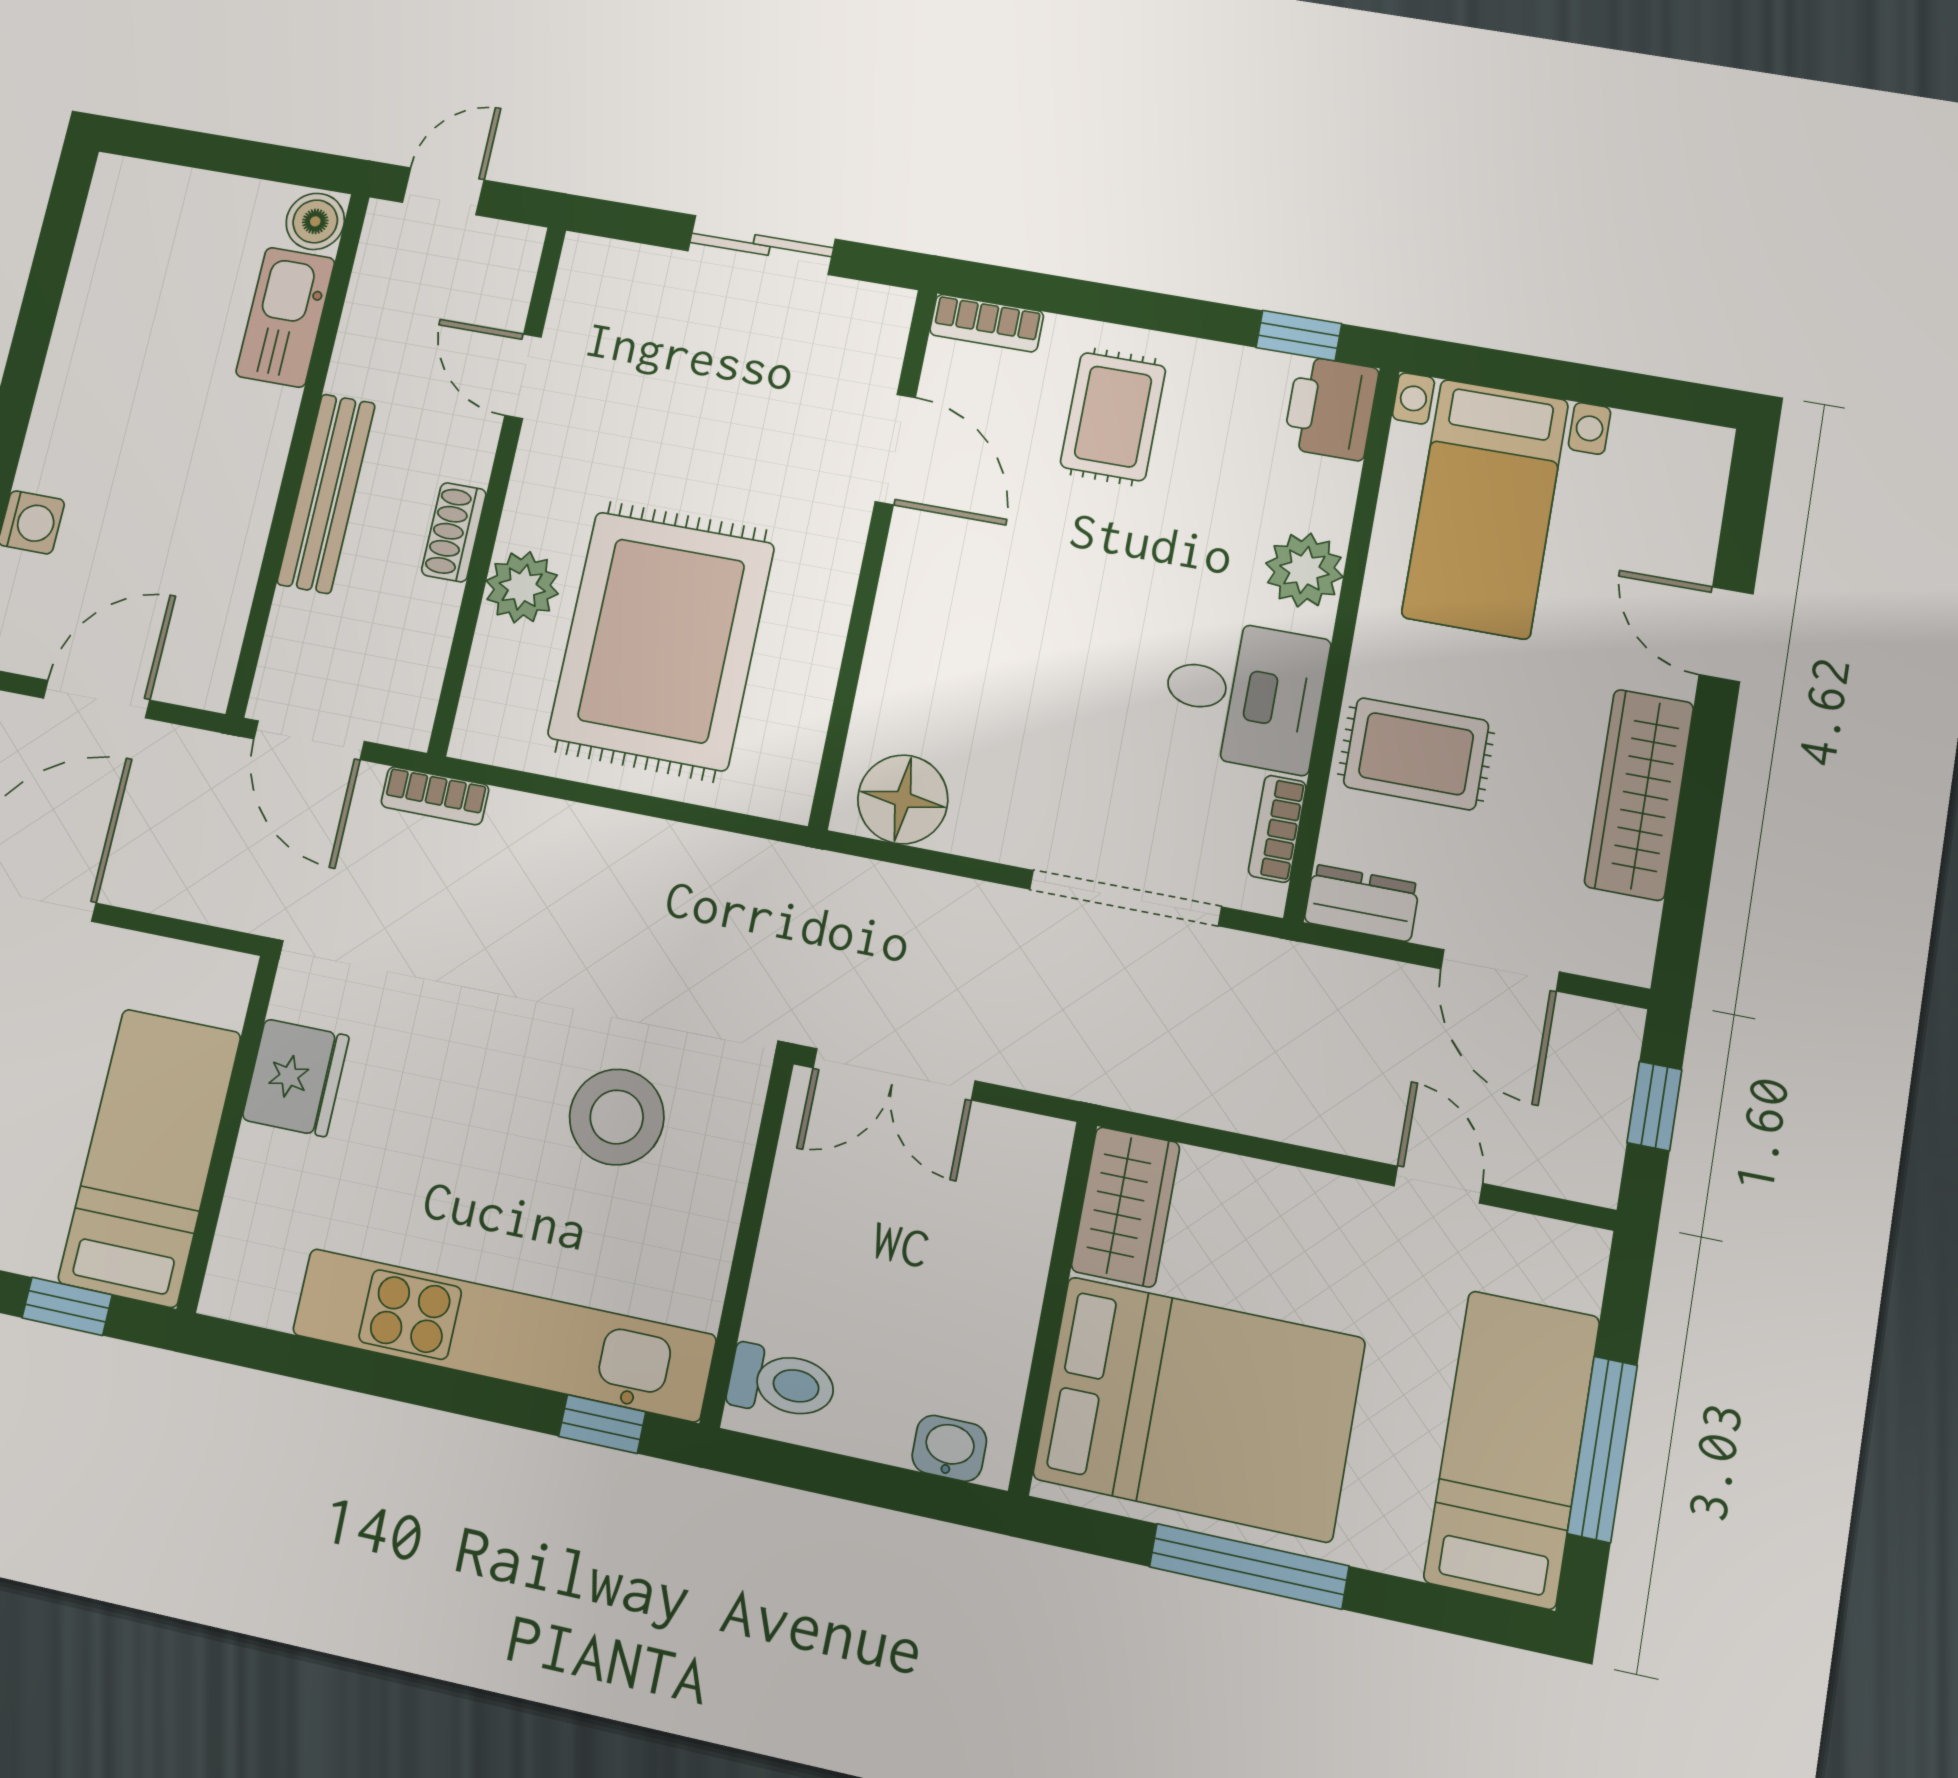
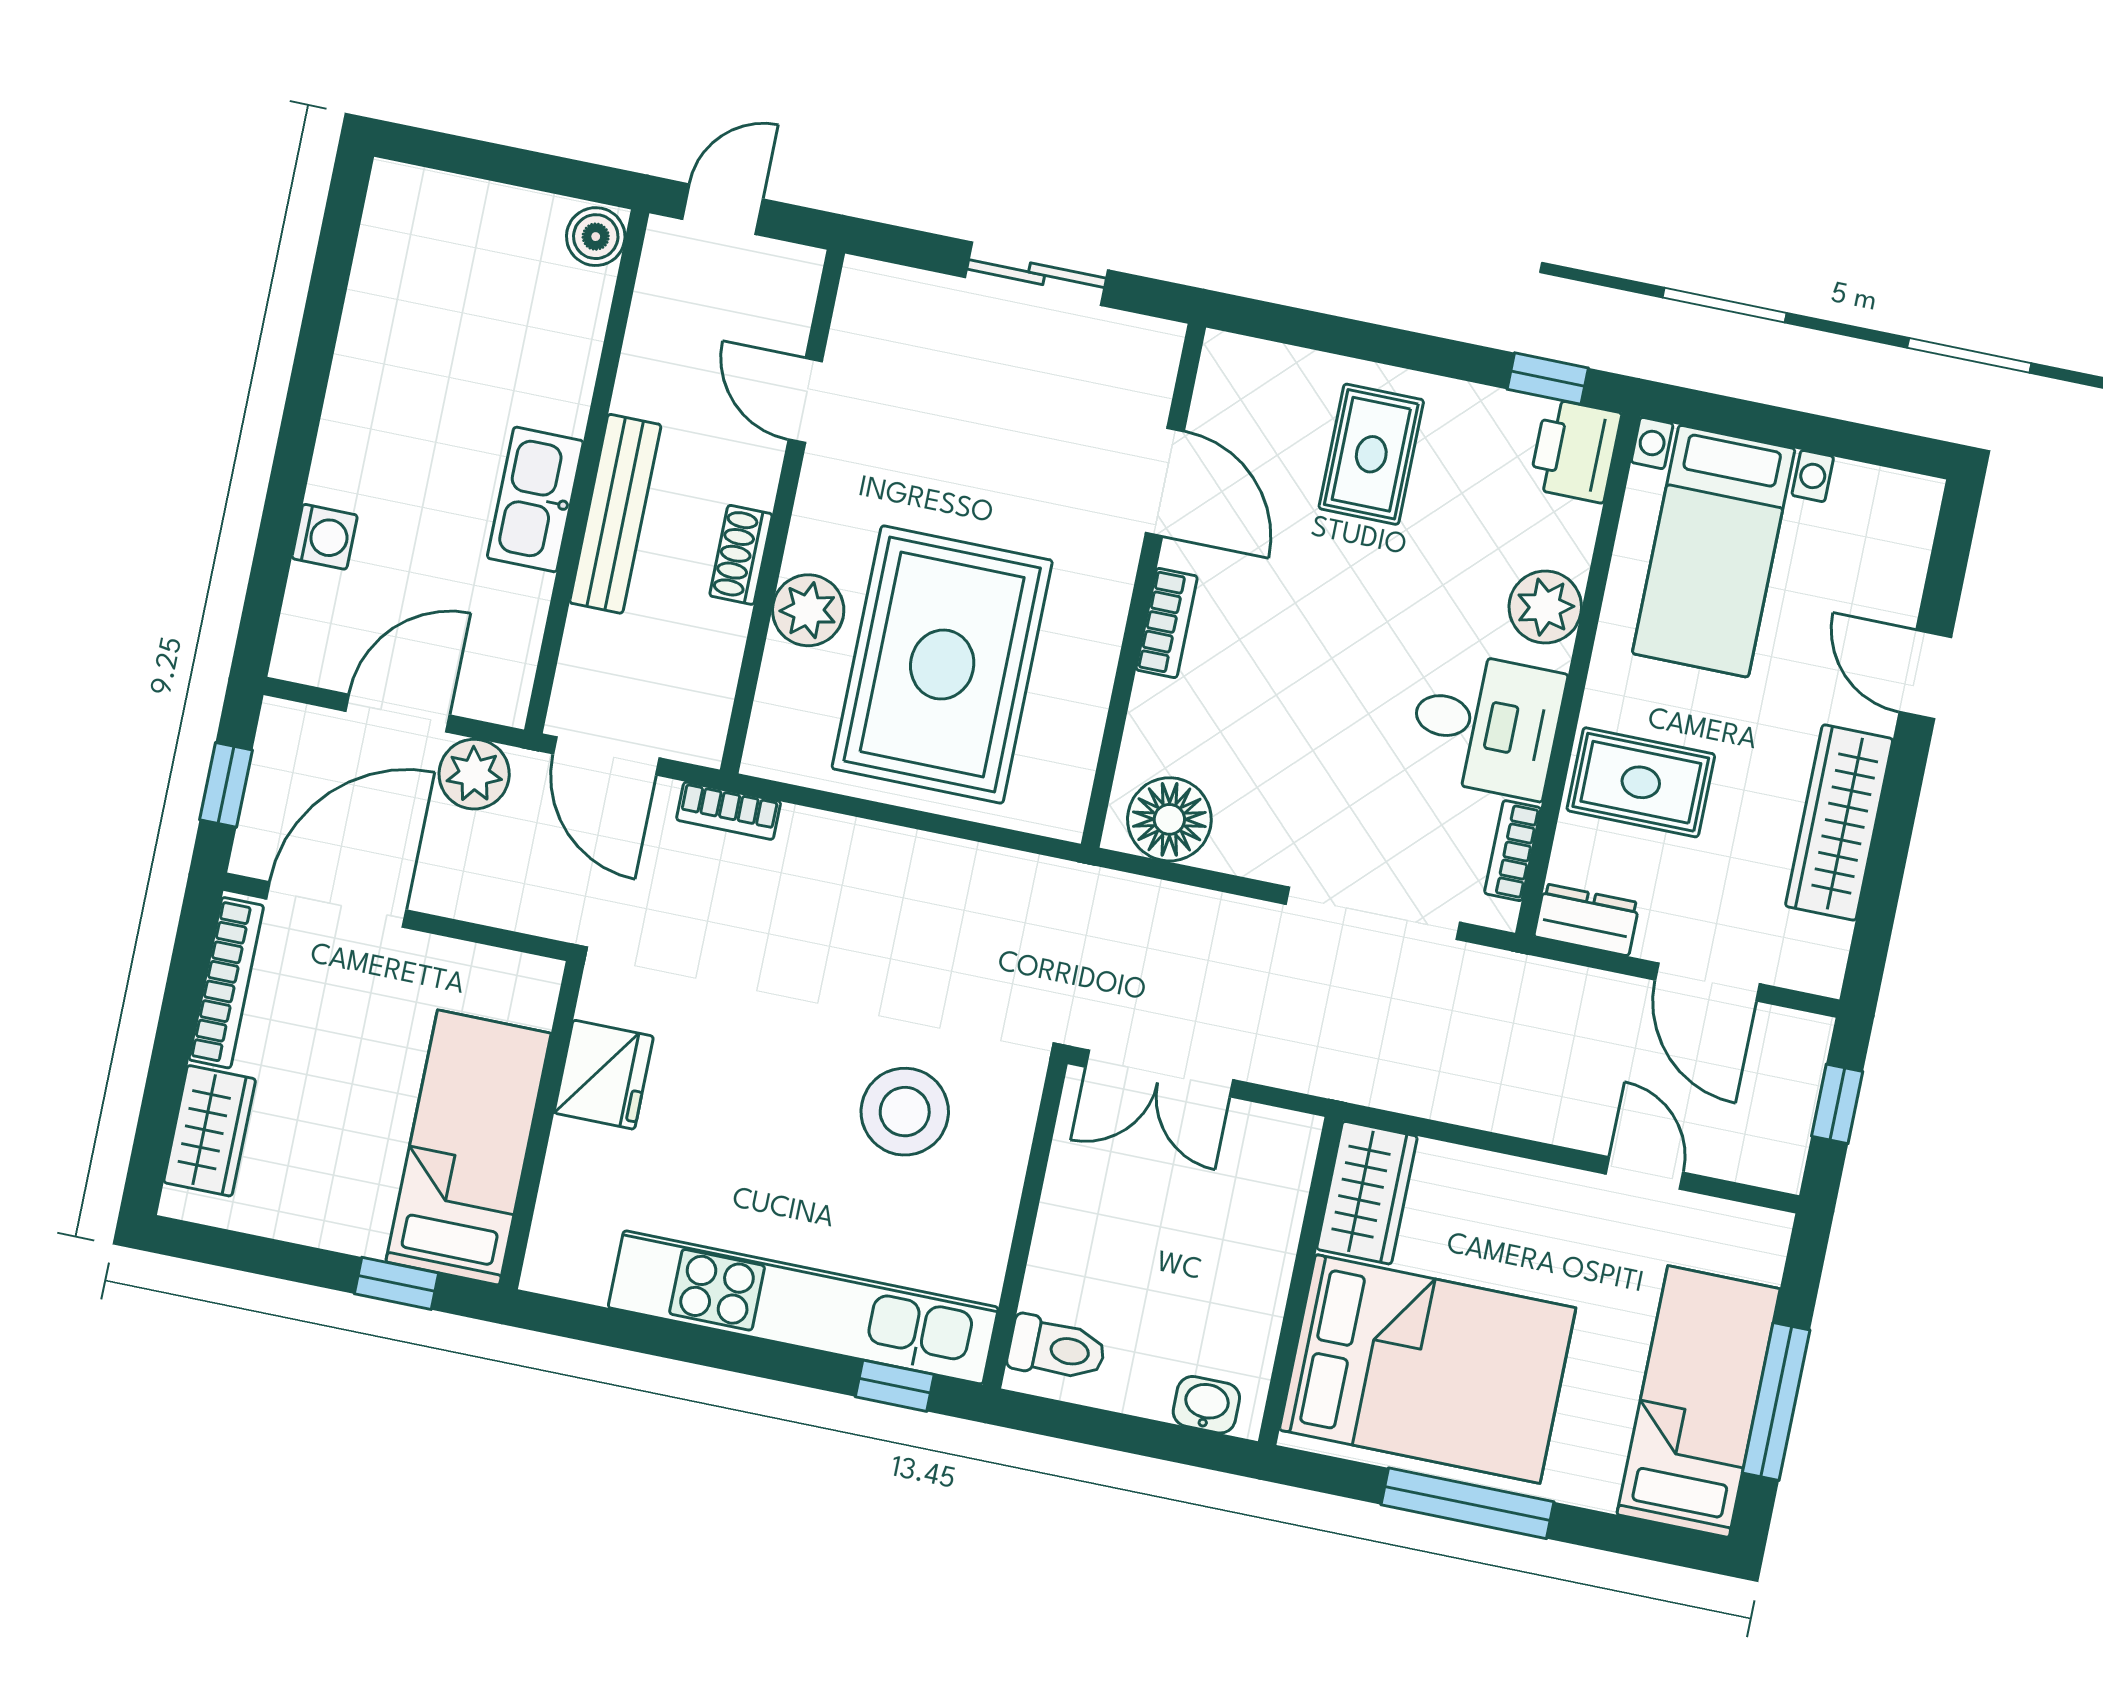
kitchen sink: (285, 317) -> (535, 499), moved
bookcase: (987, 323) -> (1167, 623), moved, turned -90
plant: (172, 761) -> (474, 774), added

